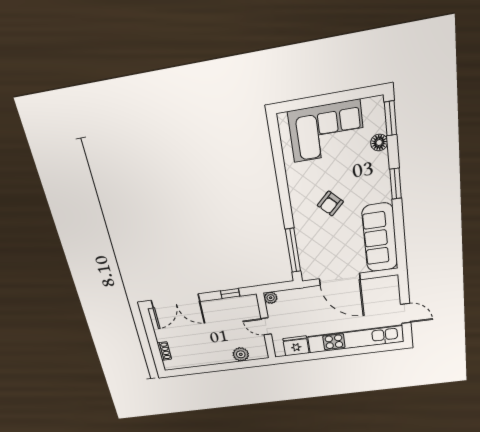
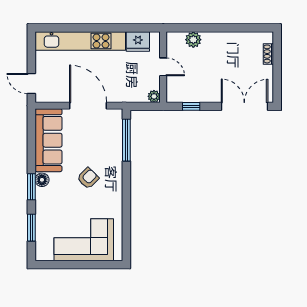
window: (390, 118) -> (31, 228), moved
floor lamp: (379, 143) -> (42, 180), moved
door: (406, 313) -> (31, 84), moved

